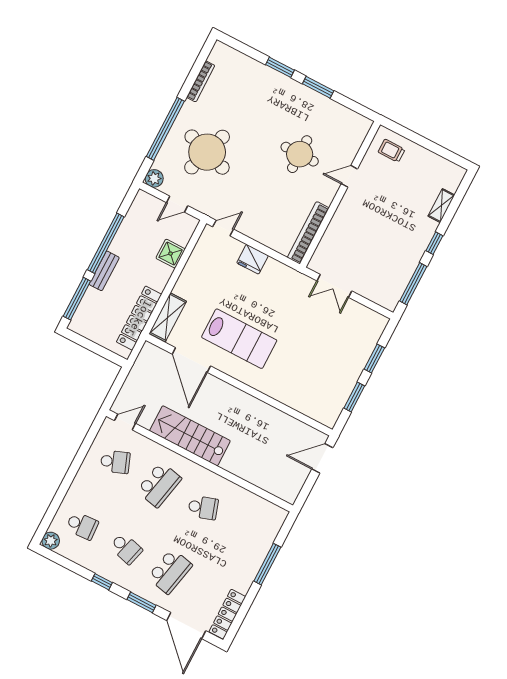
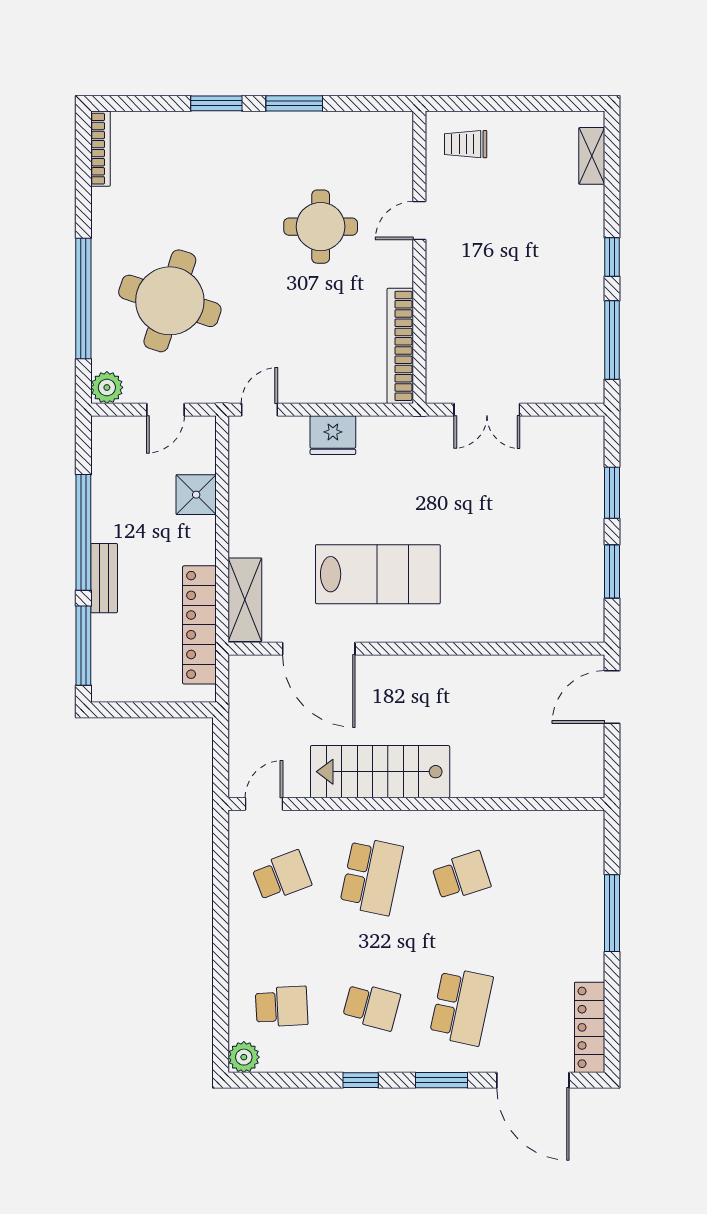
bookcase: (201, 81) -> (100, 149), moved
shelving: (441, 206) -> (592, 156), moved

